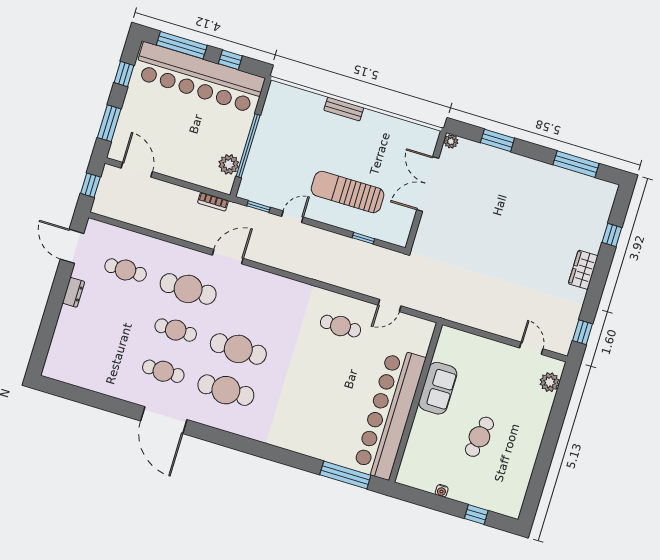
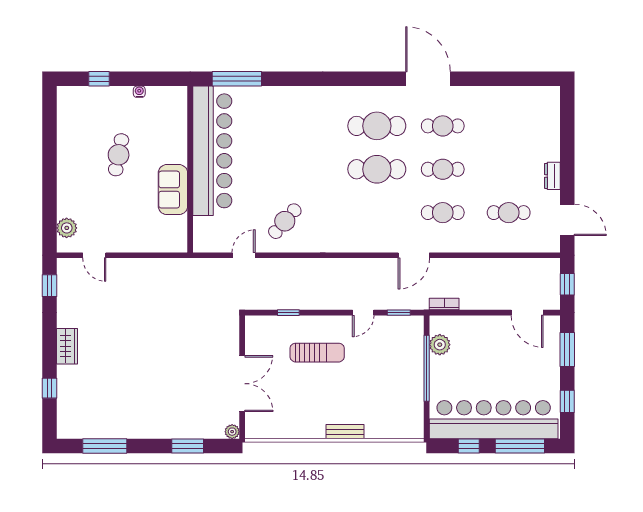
sun lounger: (348, 192) -> (317, 353), width x0.73, depth x0.75
cafe table: (188, 289) -> (443, 213), width x0.73, depth x0.74
cafe table: (341, 326) -> (285, 221), turned -49

